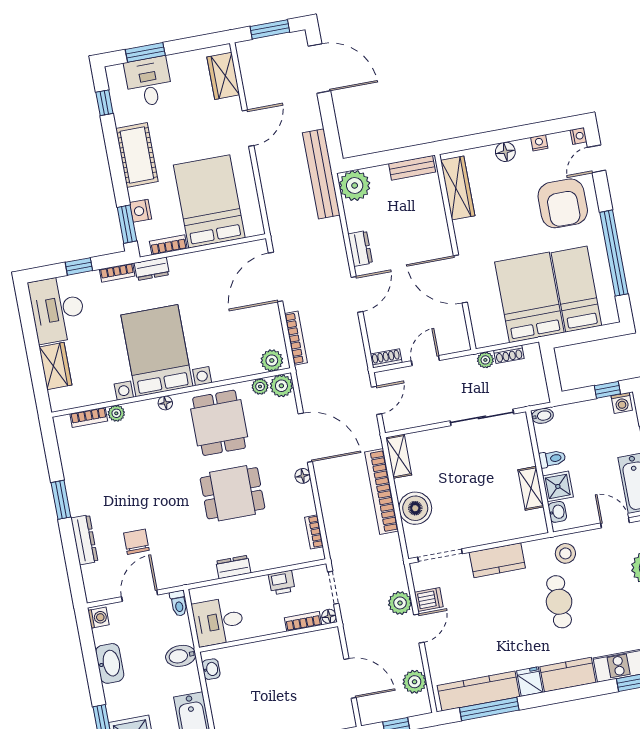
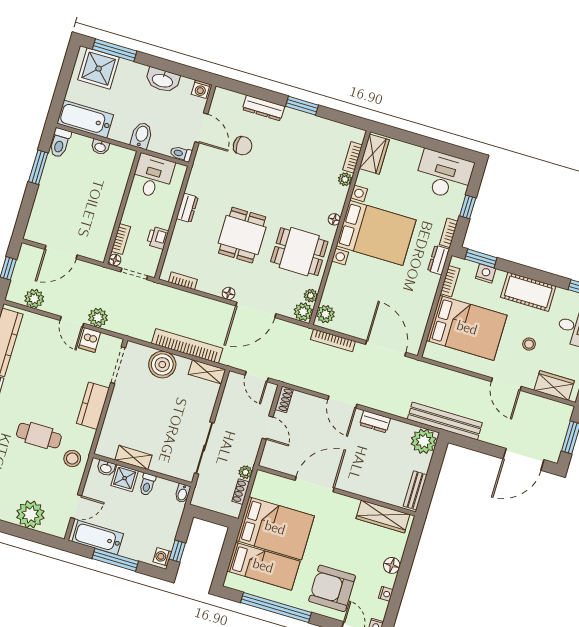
stool: (193, 126) -> (529, 344), added
wardrobe: (55, 366) -> (374, 154), moved, turned -90
washbasin: (211, 669) -> (100, 147), moved

